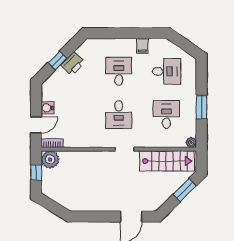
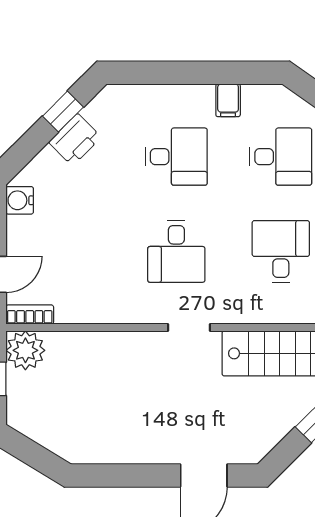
window: (57, 61) -> (63, 112), moved
desk: (119, 71) -> (176, 157), turned 90
water cooler: (47, 108) -> (20, 200), moved

